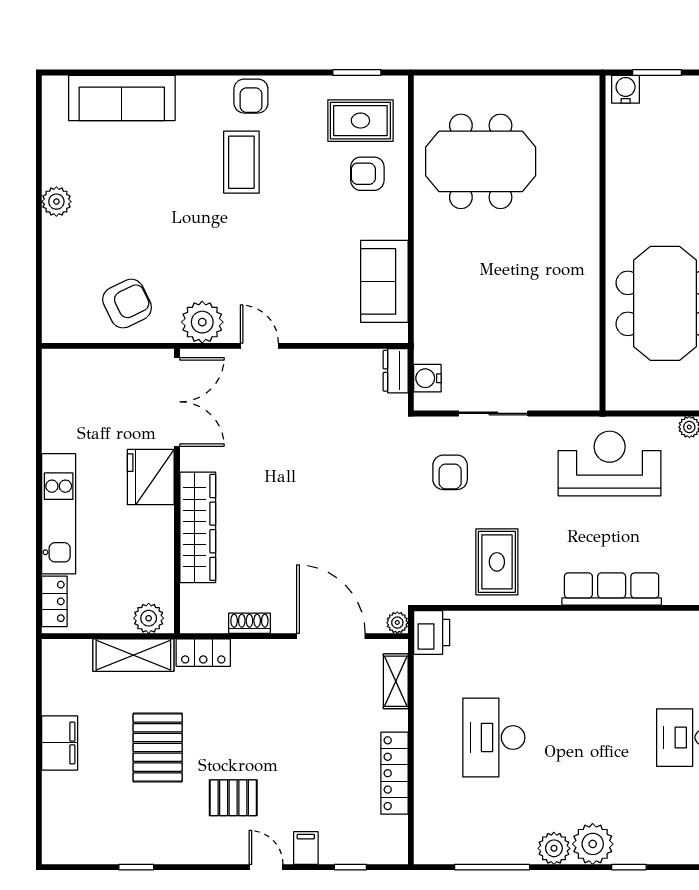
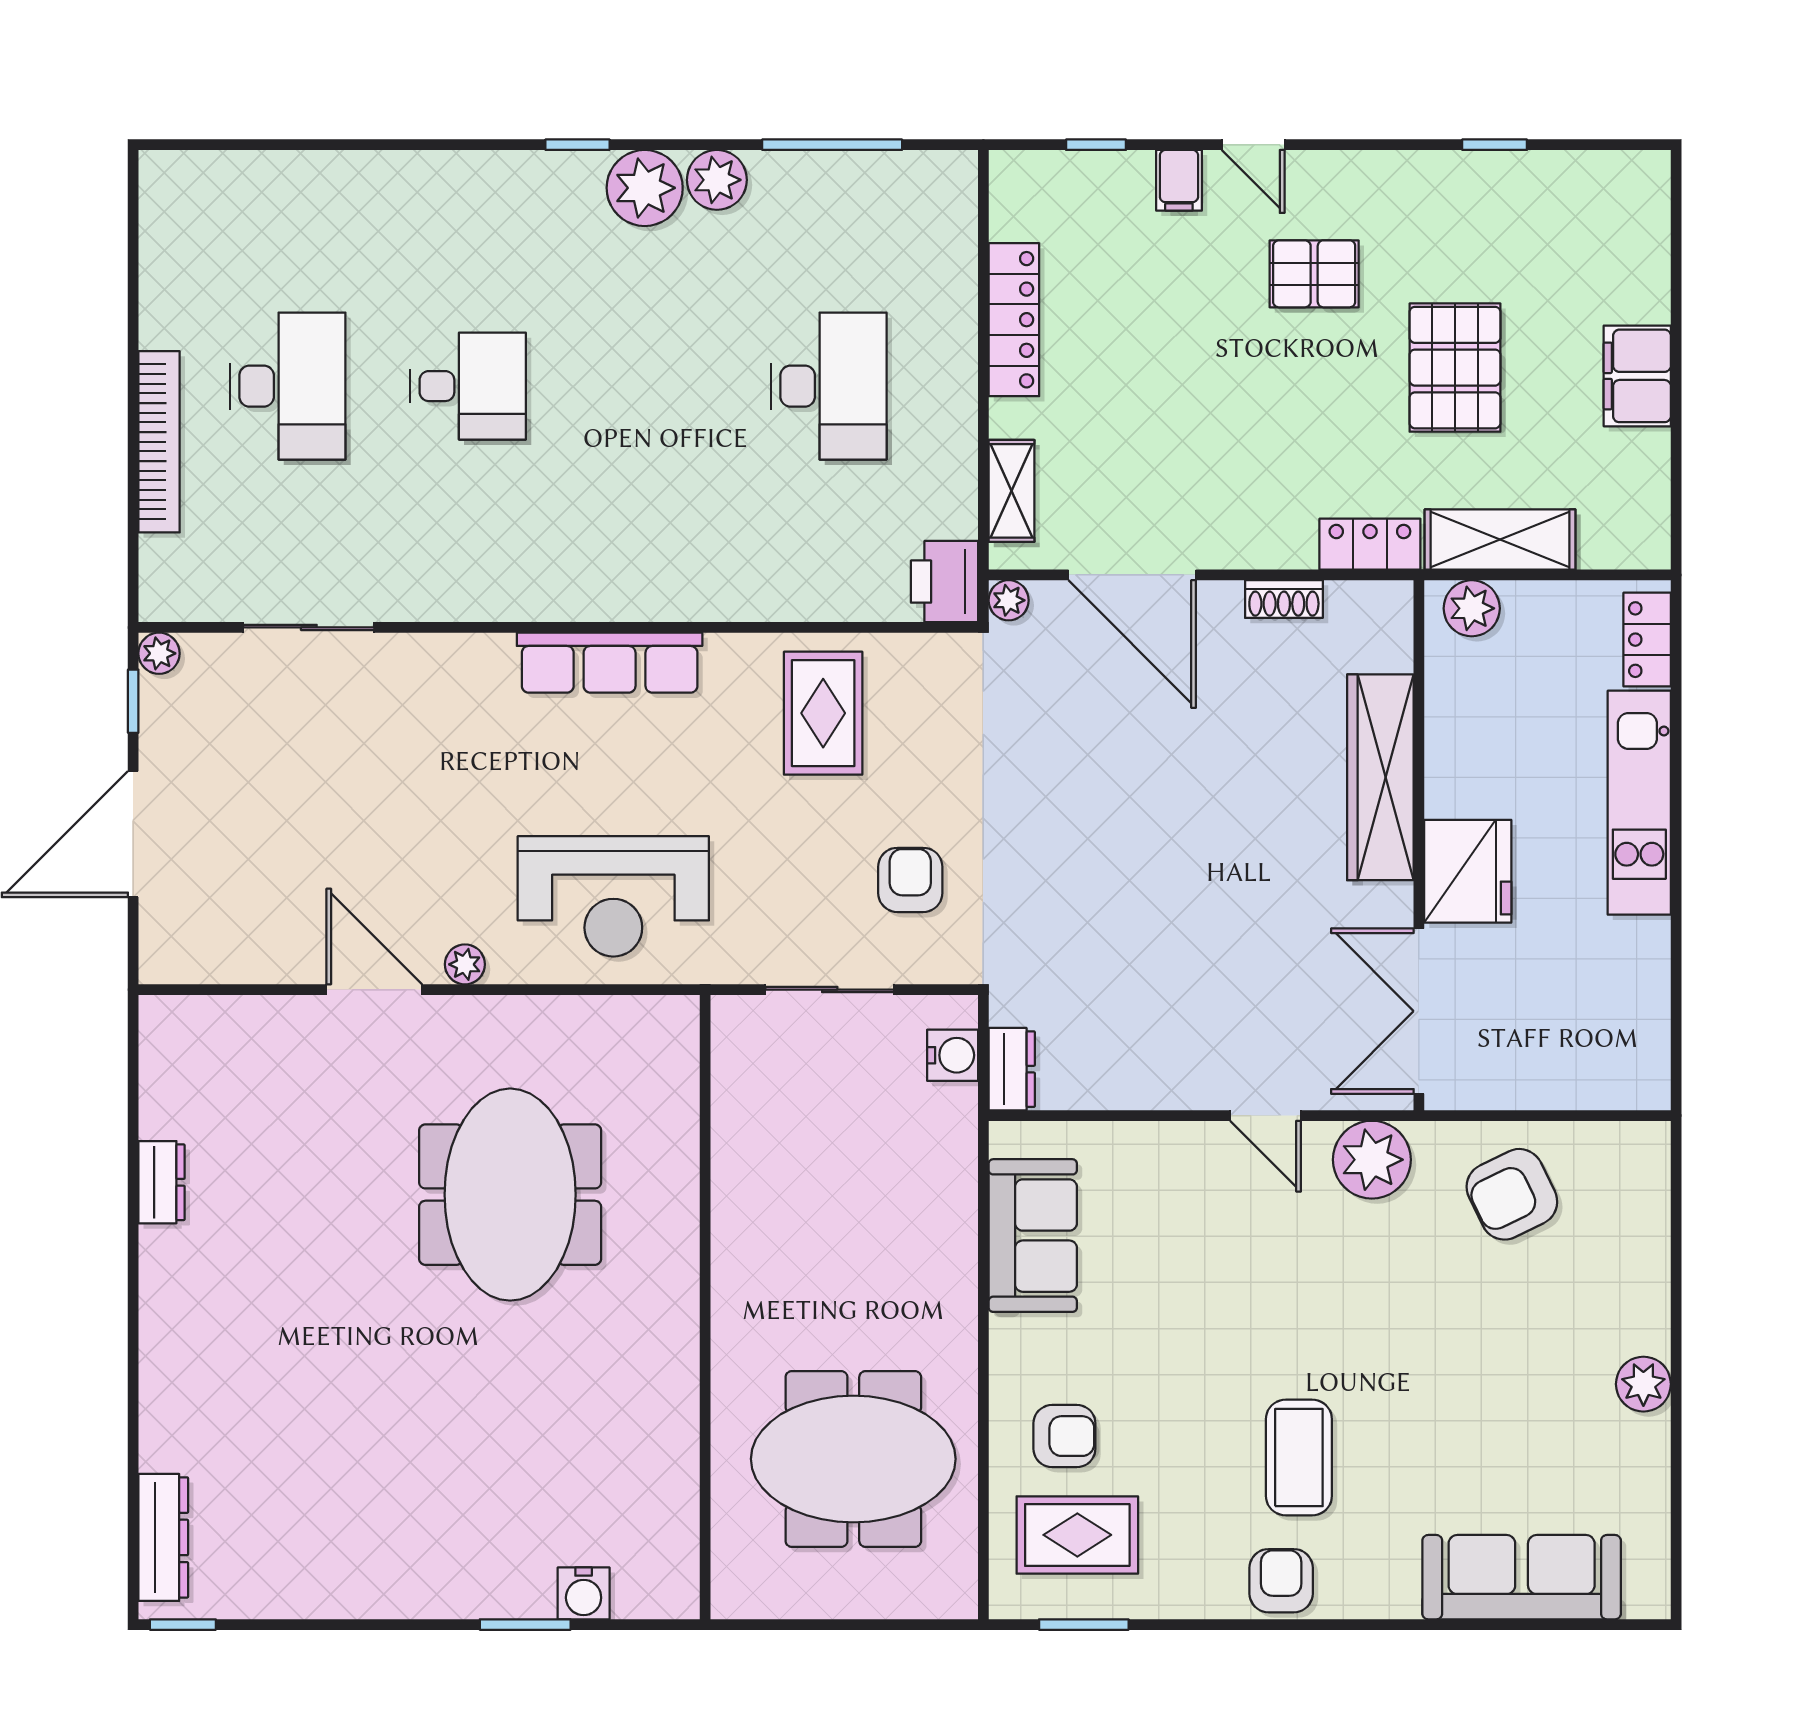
wall: (602, 243) -> (705, 1307), moved

